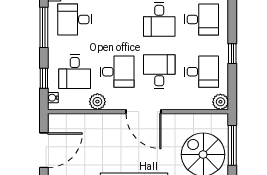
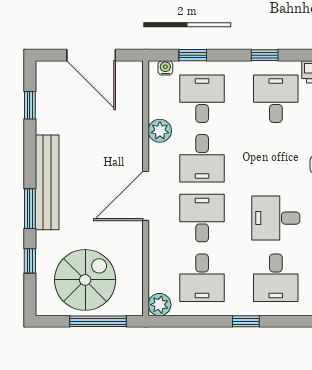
window: (44, 27) -> (265, 55), width x0.46
window: (232, 54) -> (246, 321), moved
desk: (75, 72) -> (202, 99), turned 90
desk: (159, 72) -> (202, 218), turned -90

